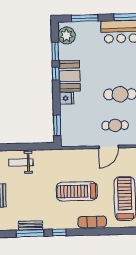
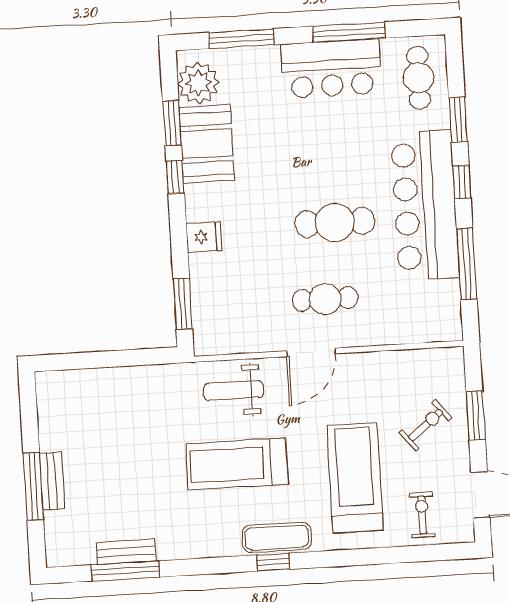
booth: (69, 76) -> (207, 144), moved
weight bench: (21, 162) -> (233, 391), moved
window: (59, 233) -> (273, 562), moved

